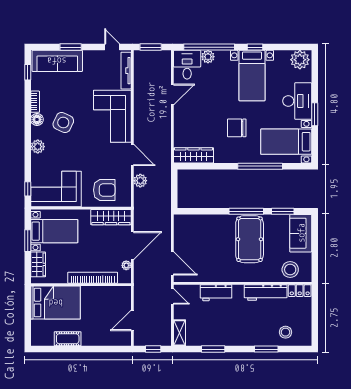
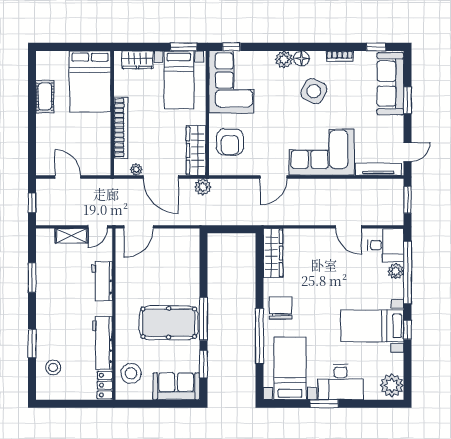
floor lamp: (37, 120) -> (301, 58), moved
chair: (237, 128) -> (281, 308), moved
plant: (140, 181) -> (203, 187), moved
window: (28, 241) -> (183, 47), moved
shelving: (180, 333) -> (71, 236), moved

